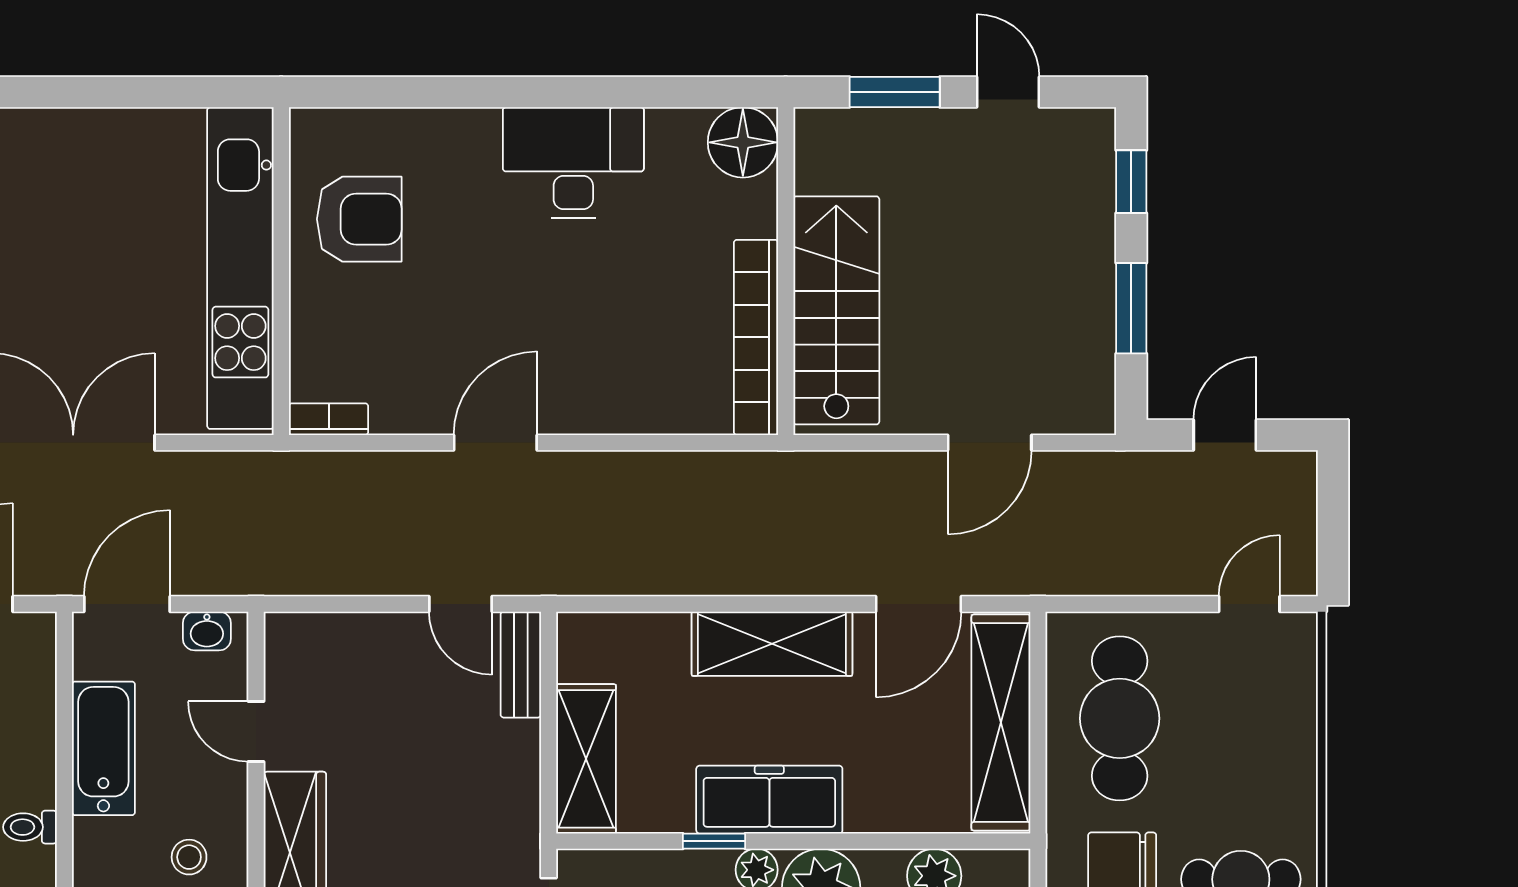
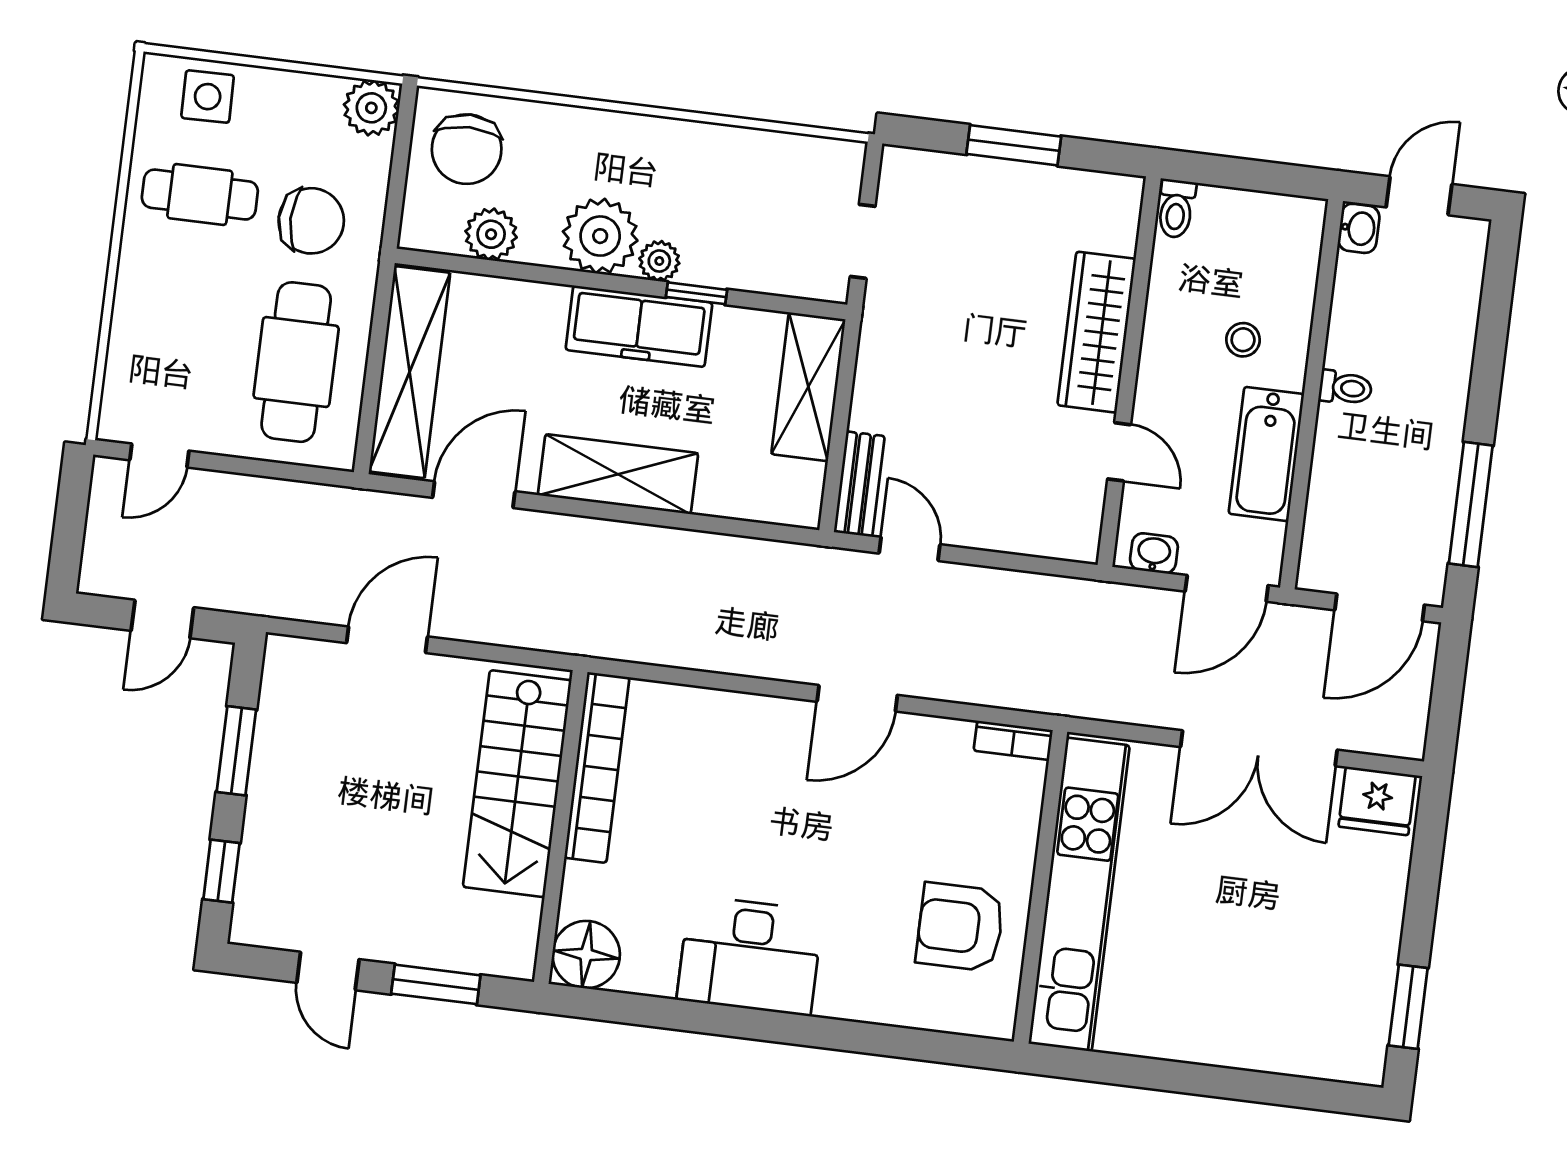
stool: (189, 857) -> (1243, 340), moved

